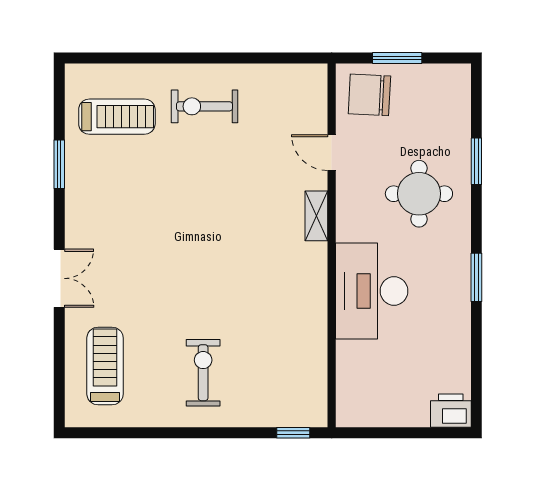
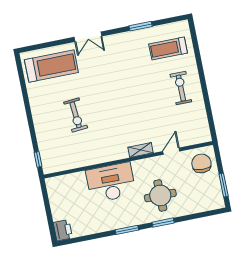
window: (397, 58) -> (224, 185), moved
treadmill: (117, 117) -> (168, 48), turned 90
window: (476, 161) -> (163, 223), moved
treadmill: (105, 366) -> (51, 66), width x1.37, depth x1.38
exercise bike: (203, 373) -> (76, 115), moved, turned 85

